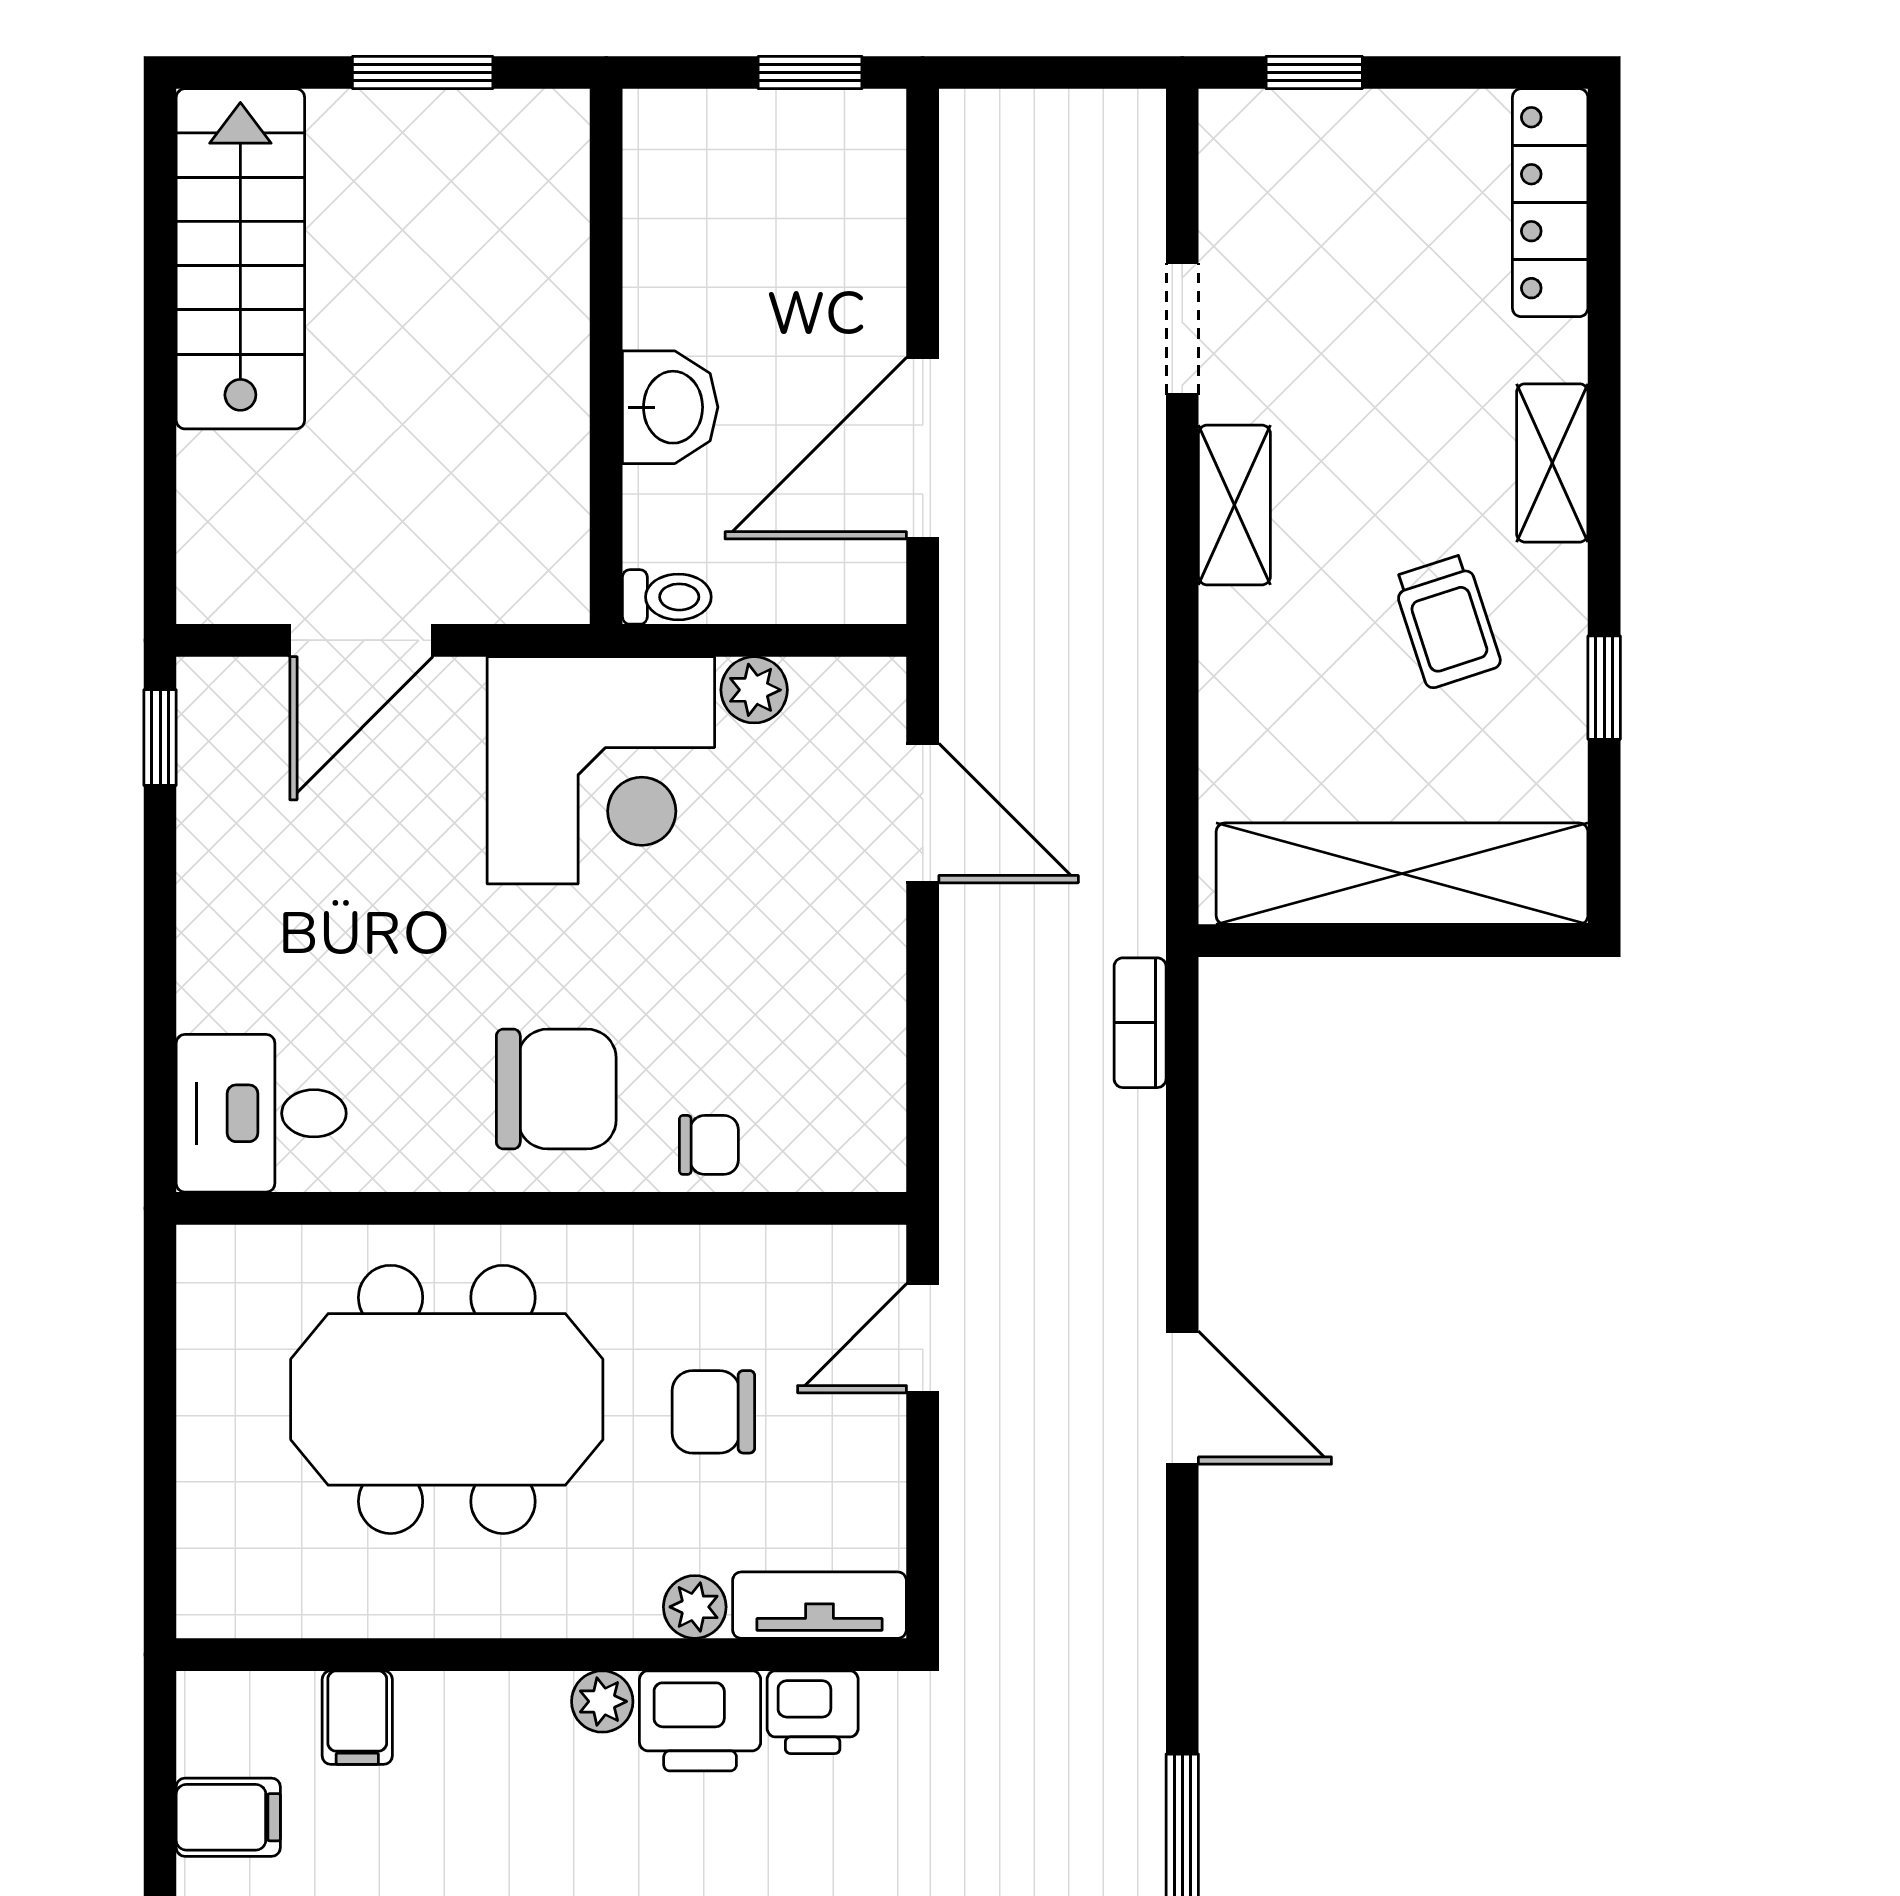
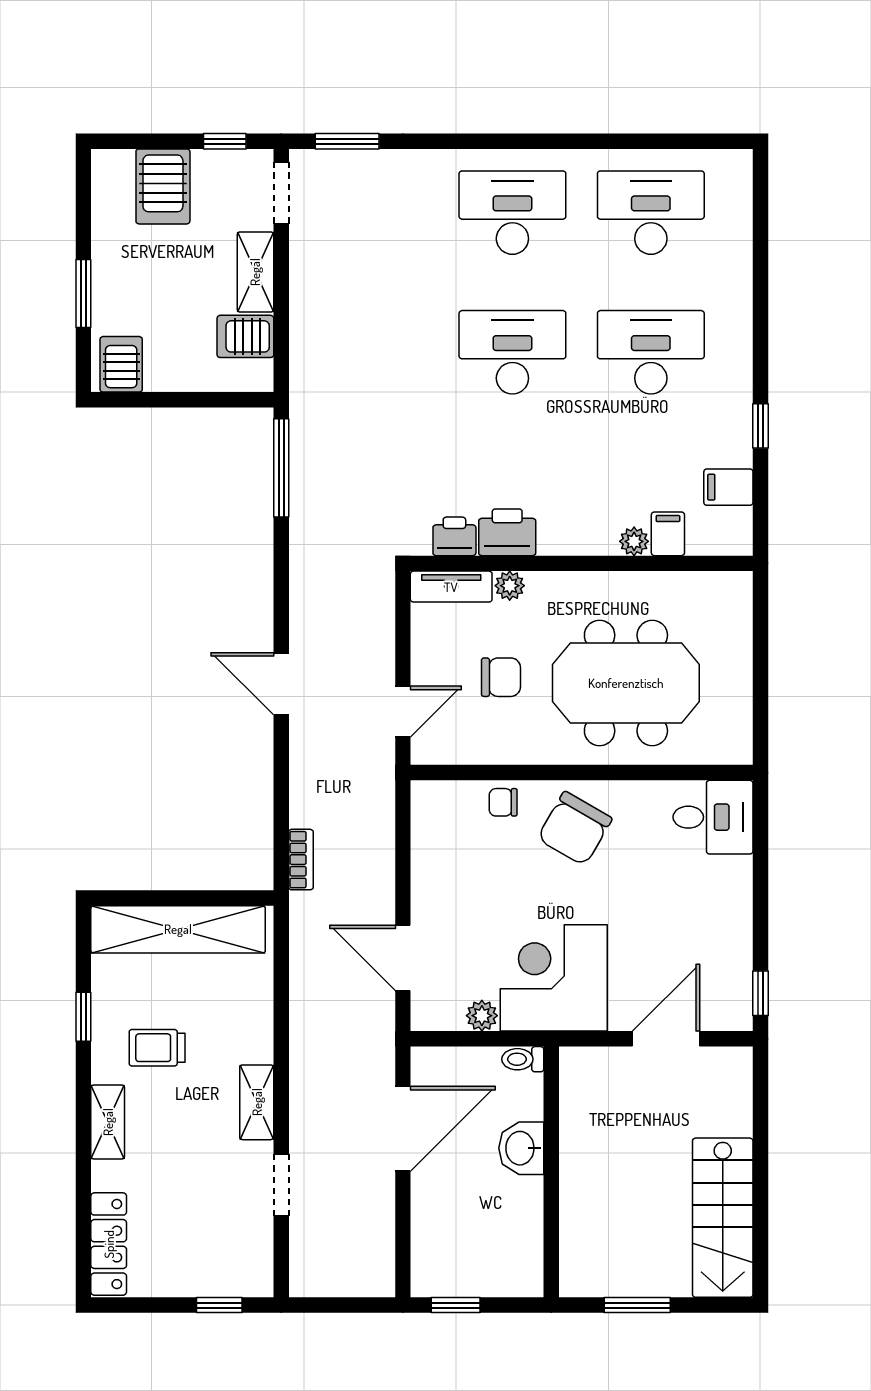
trolley: (1447, 621) -> (157, 1048), turned -72
chair: (556, 1089) -> (575, 829), turned -60
plant: (602, 1701) -> (634, 541), moved

